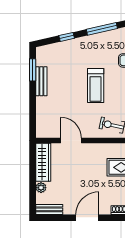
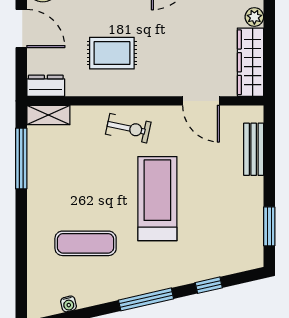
bench: (41, 81) -> (254, 149), moved
treadmill: (96, 86) -> (157, 199), width x1.37, depth x1.38

